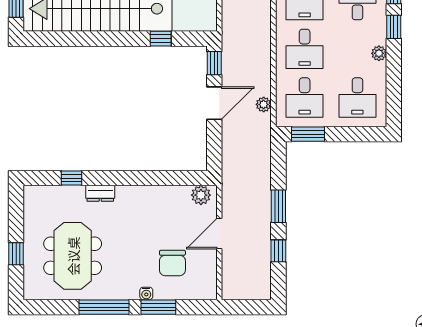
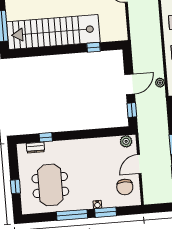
window: (214, 63) -> (132, 110), moved
dresser: (100, 193) -> (35, 148), moved
chair: (172, 263) -> (125, 187), moved

